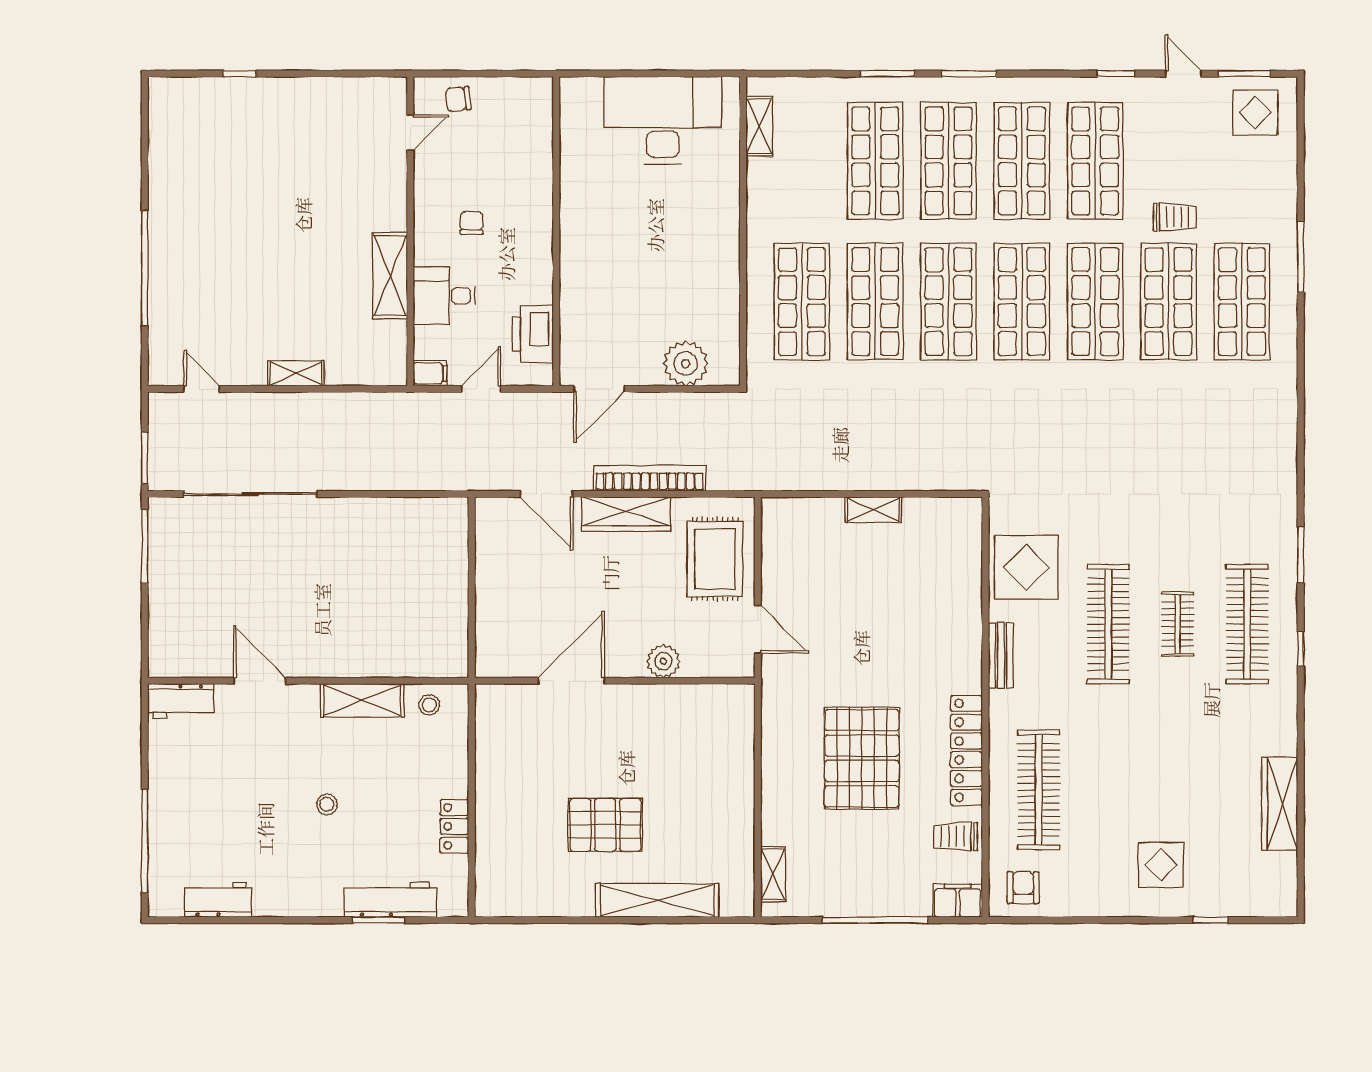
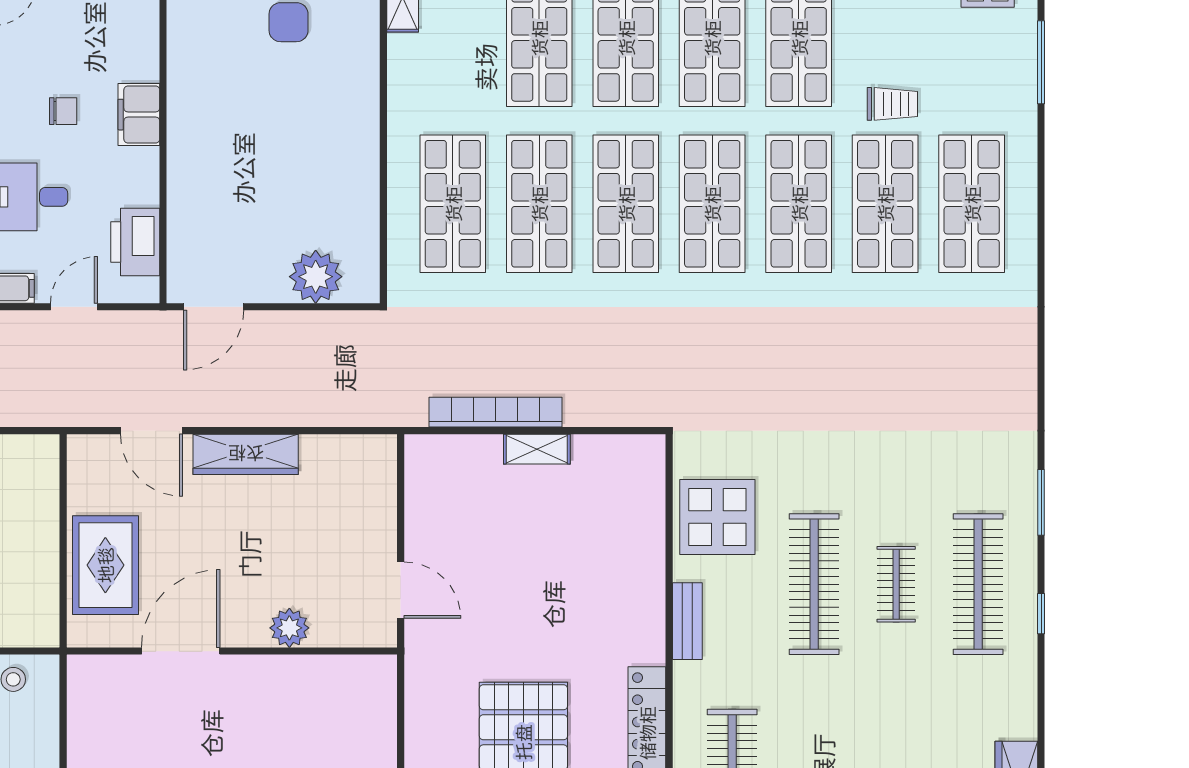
chair: (472, 223) -> (63, 111), turned 90
filing cabinet: (536, 226) -> (139, 115), added
window: (1301, 257) -> (1041, 62), moved
bookcase: (650, 478) -> (495, 412), moved
rug: (715, 559) -> (105, 565), moved

